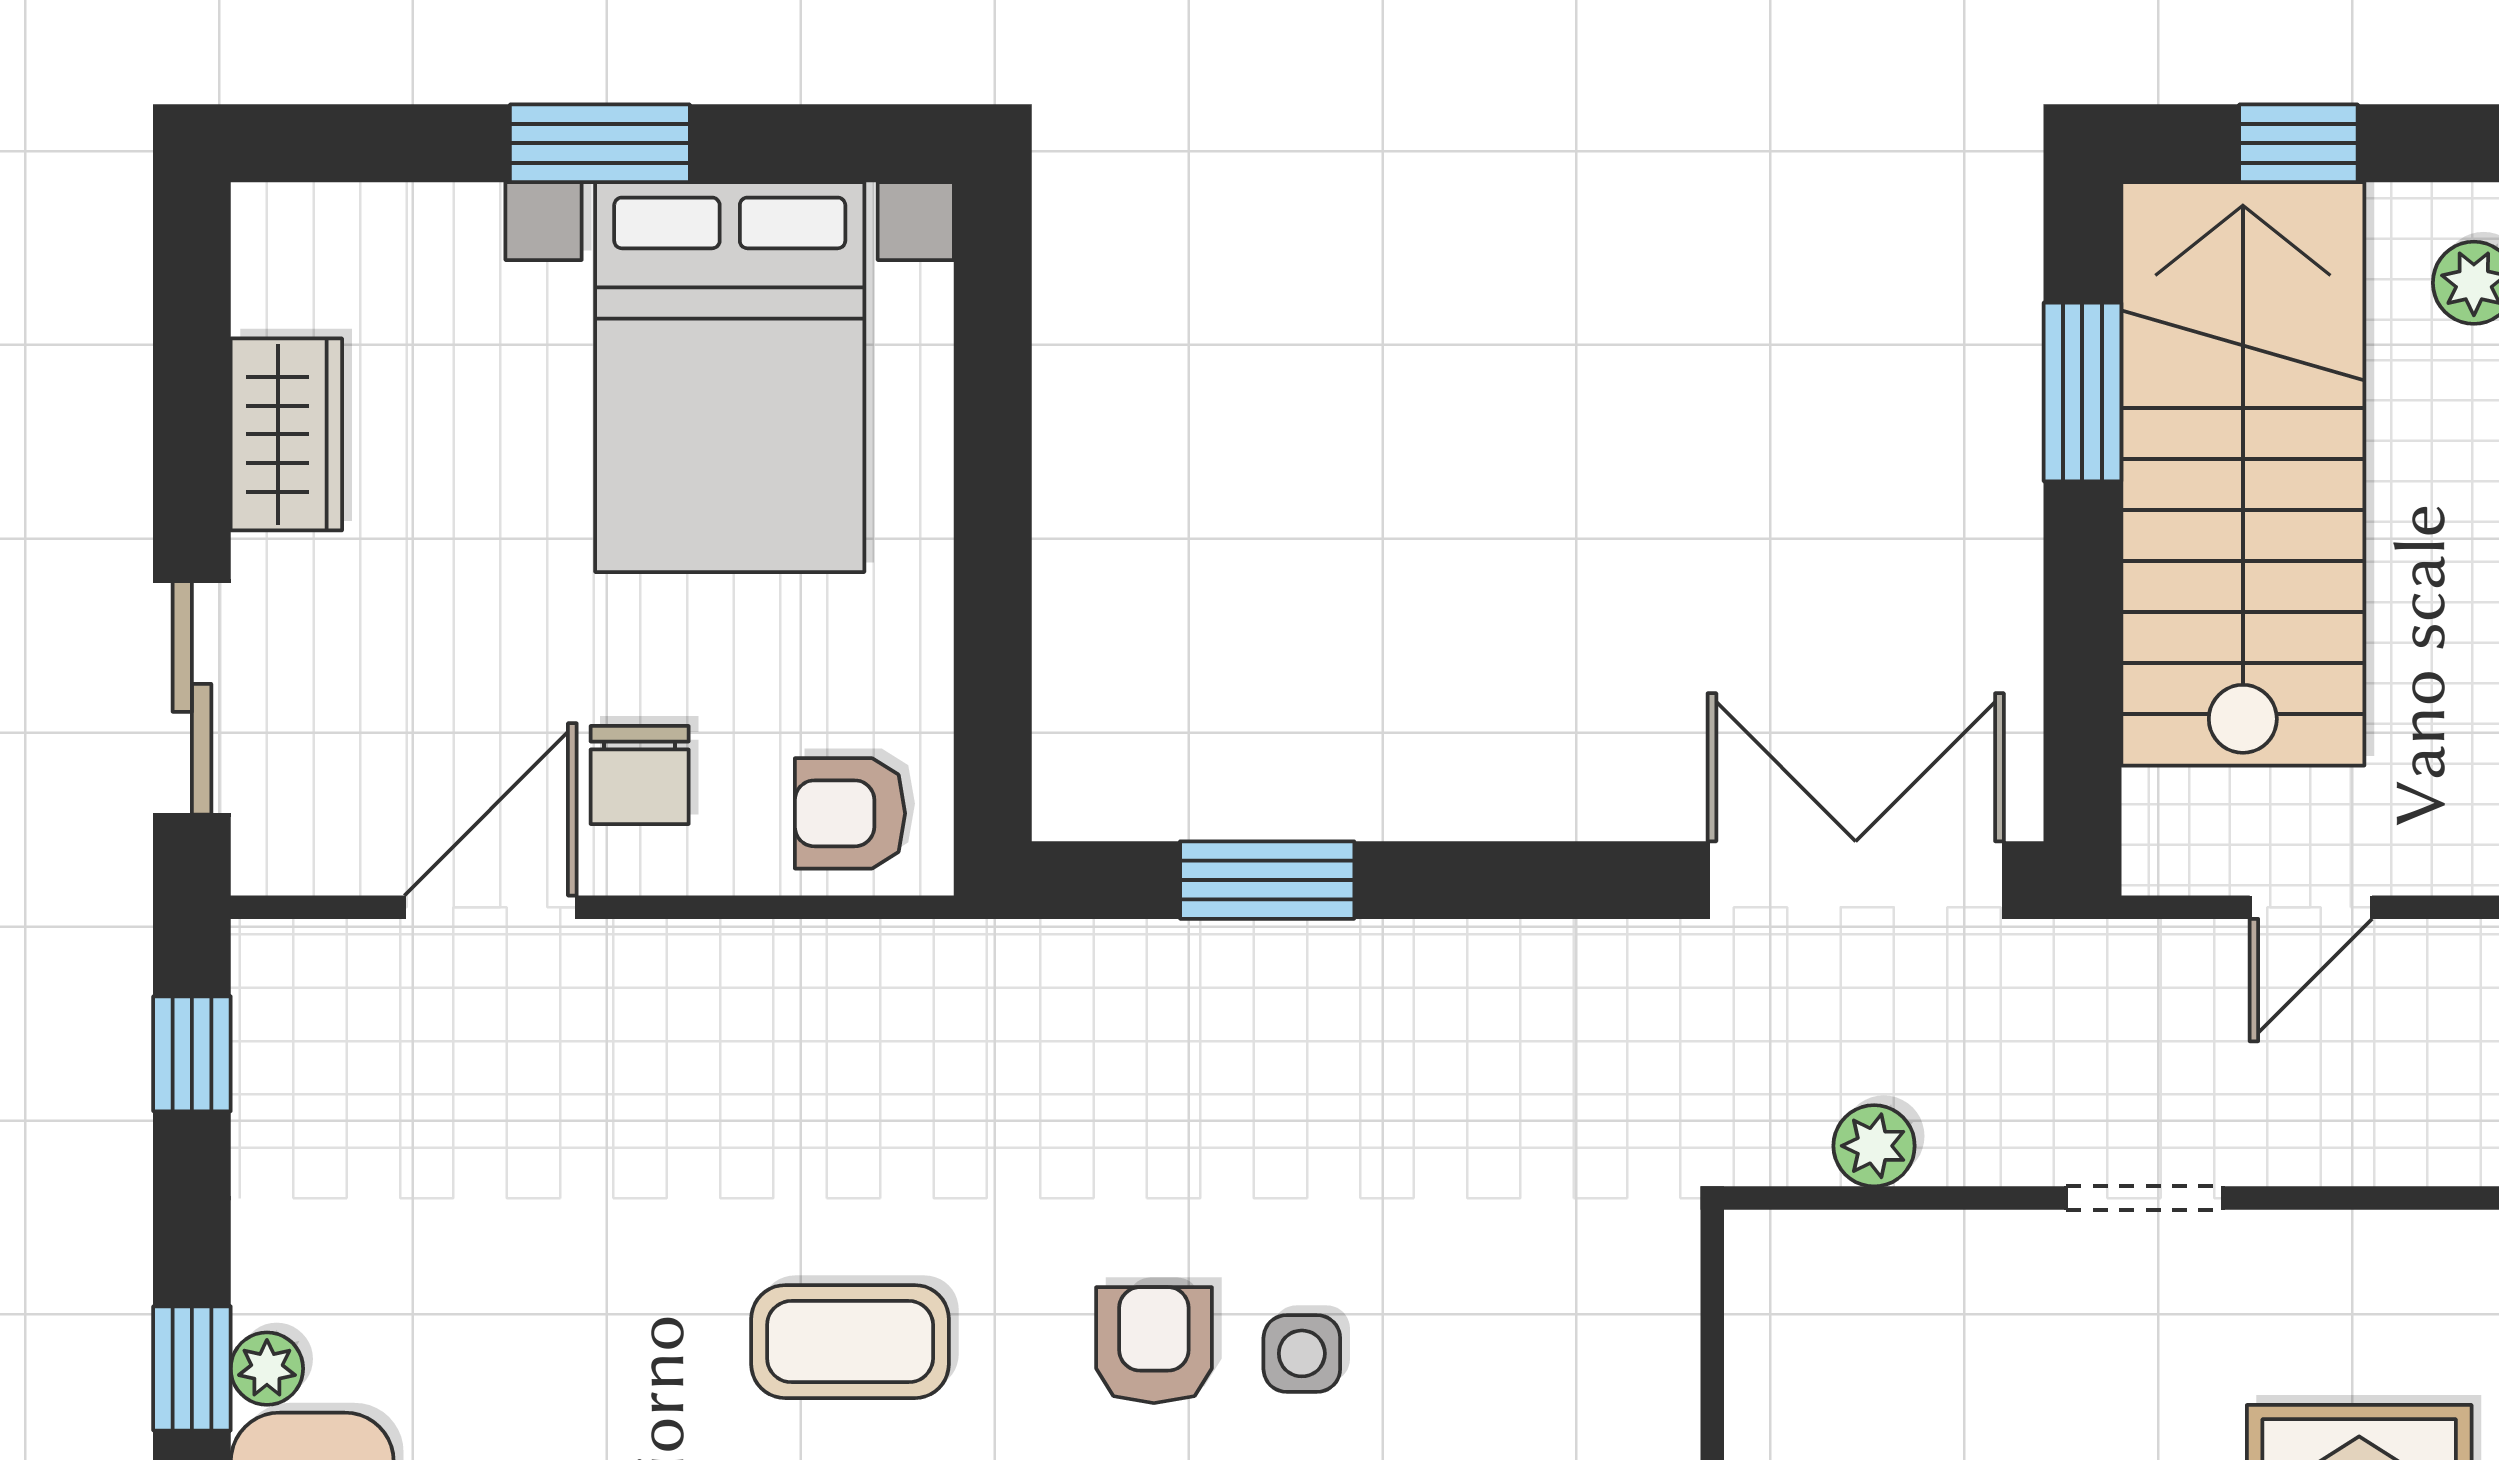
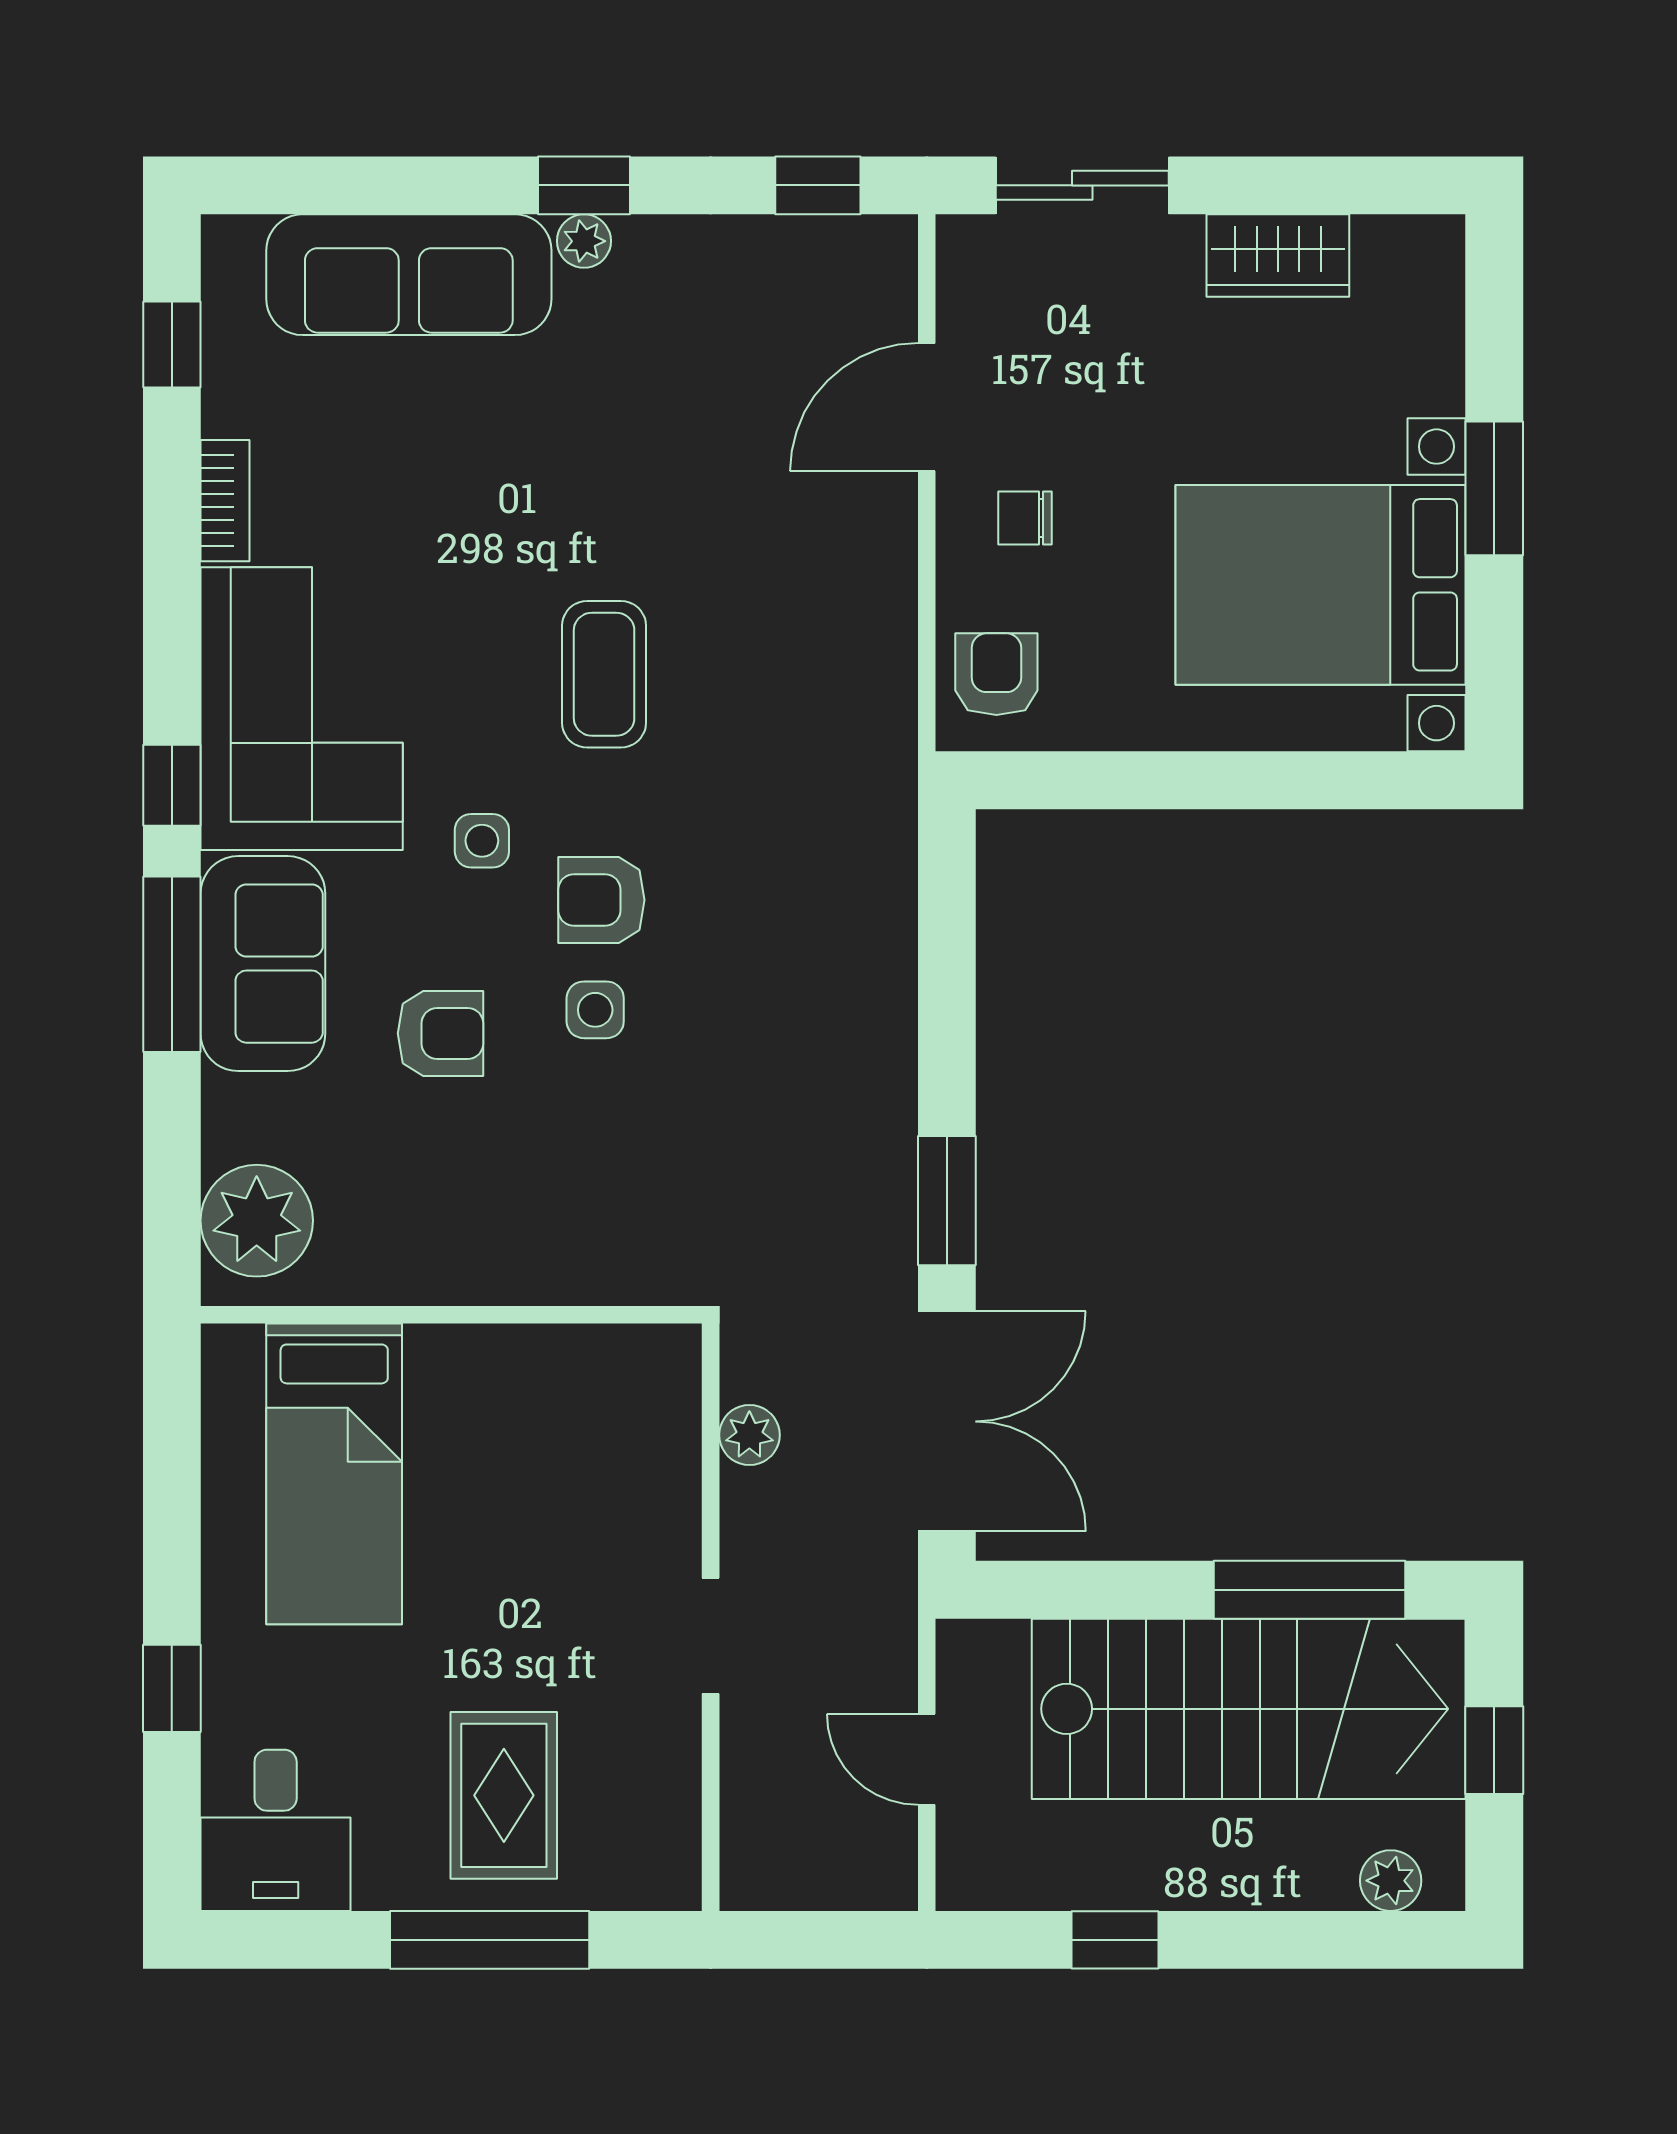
window: (2082, 392) -> (1310, 1590), width x1.44
chair: (640, 775) -> (1025, 518), width x0.73, depth x0.73
window: (1267, 880) -> (947, 1201), moved
door: (490, 907) -> (927, 407), swing flipped
armchair: (1154, 1345) -> (601, 900), turned 180

